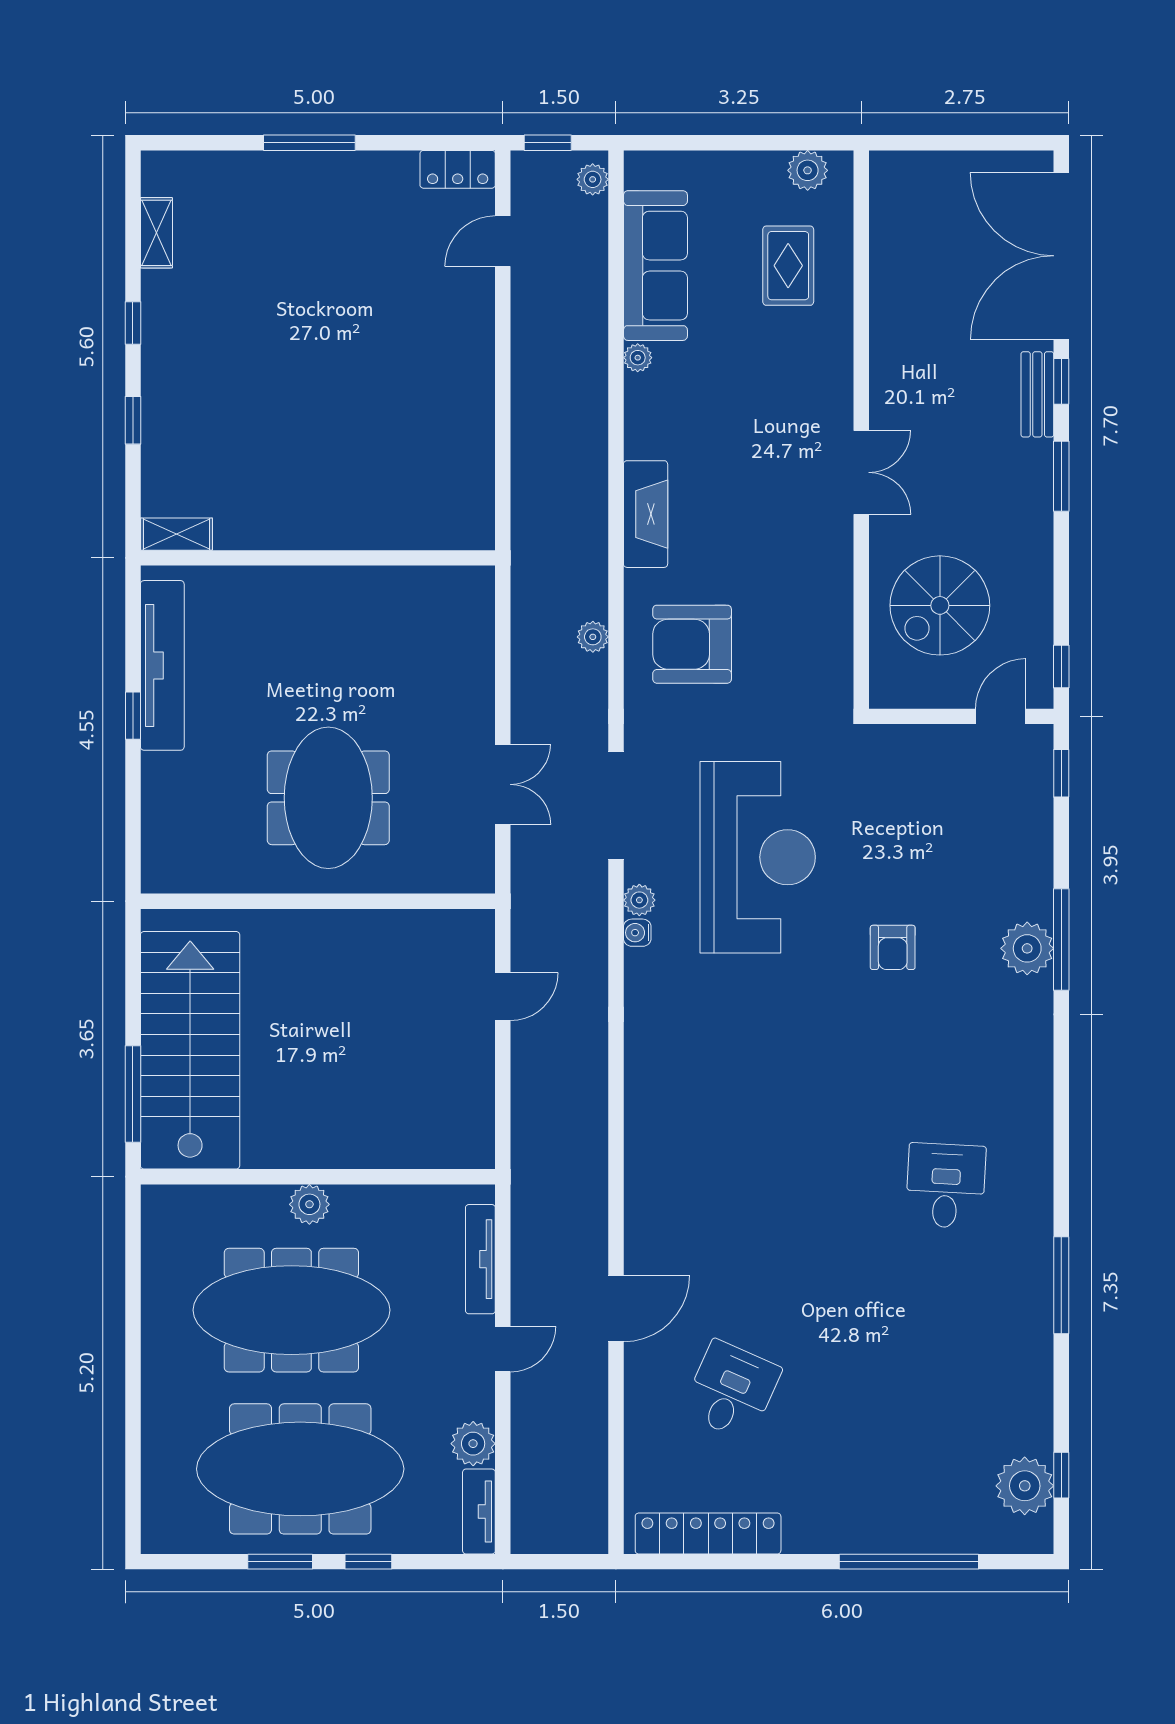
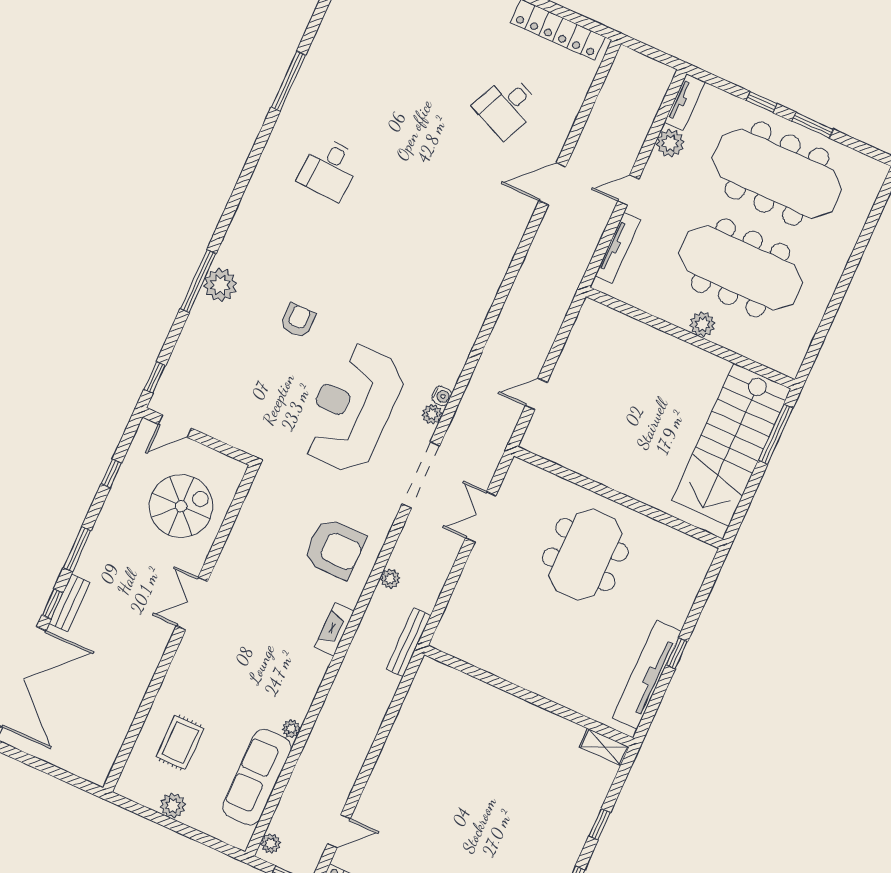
plant: (808, 170) -> (173, 806), moved
fireplace: (646, 514) -> (334, 629), width x0.73, depth x0.76
bench: (525, 558) -> (409, 642), added
window: (1061, 667) -> (111, 473), moved

